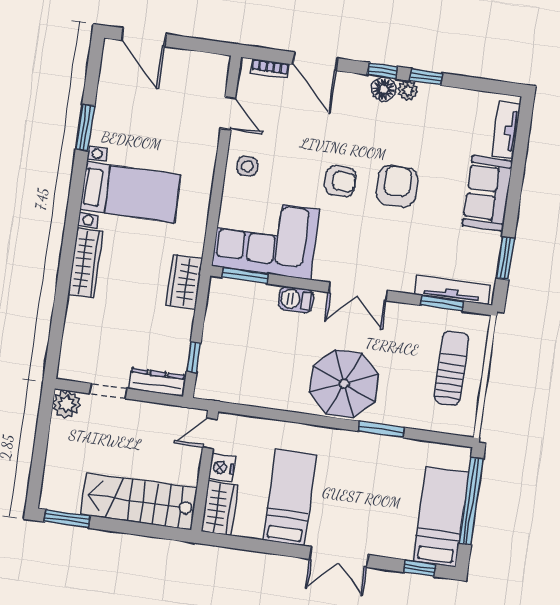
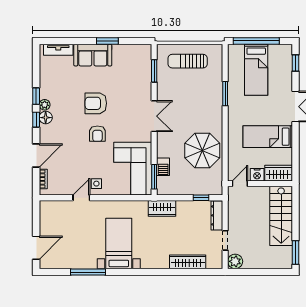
door: (228, 113) -> (81, 198), moved
window: (85, 127) -> (88, 272), width x1.44
armchair: (340, 181) -> (97, 134), turned 180
window: (505, 258) -> (107, 41), moved
wardrobe: (85, 263) -> (188, 262), moved
tv unit: (452, 290) -> (146, 67), removed
barbecue: (296, 300) -> (163, 167), moved
parasol: (344, 384) -> (202, 151), moved
door: (210, 433) -> (240, 184), swing flipped
bed: (441, 517) -> (256, 70), moved, turned -90

